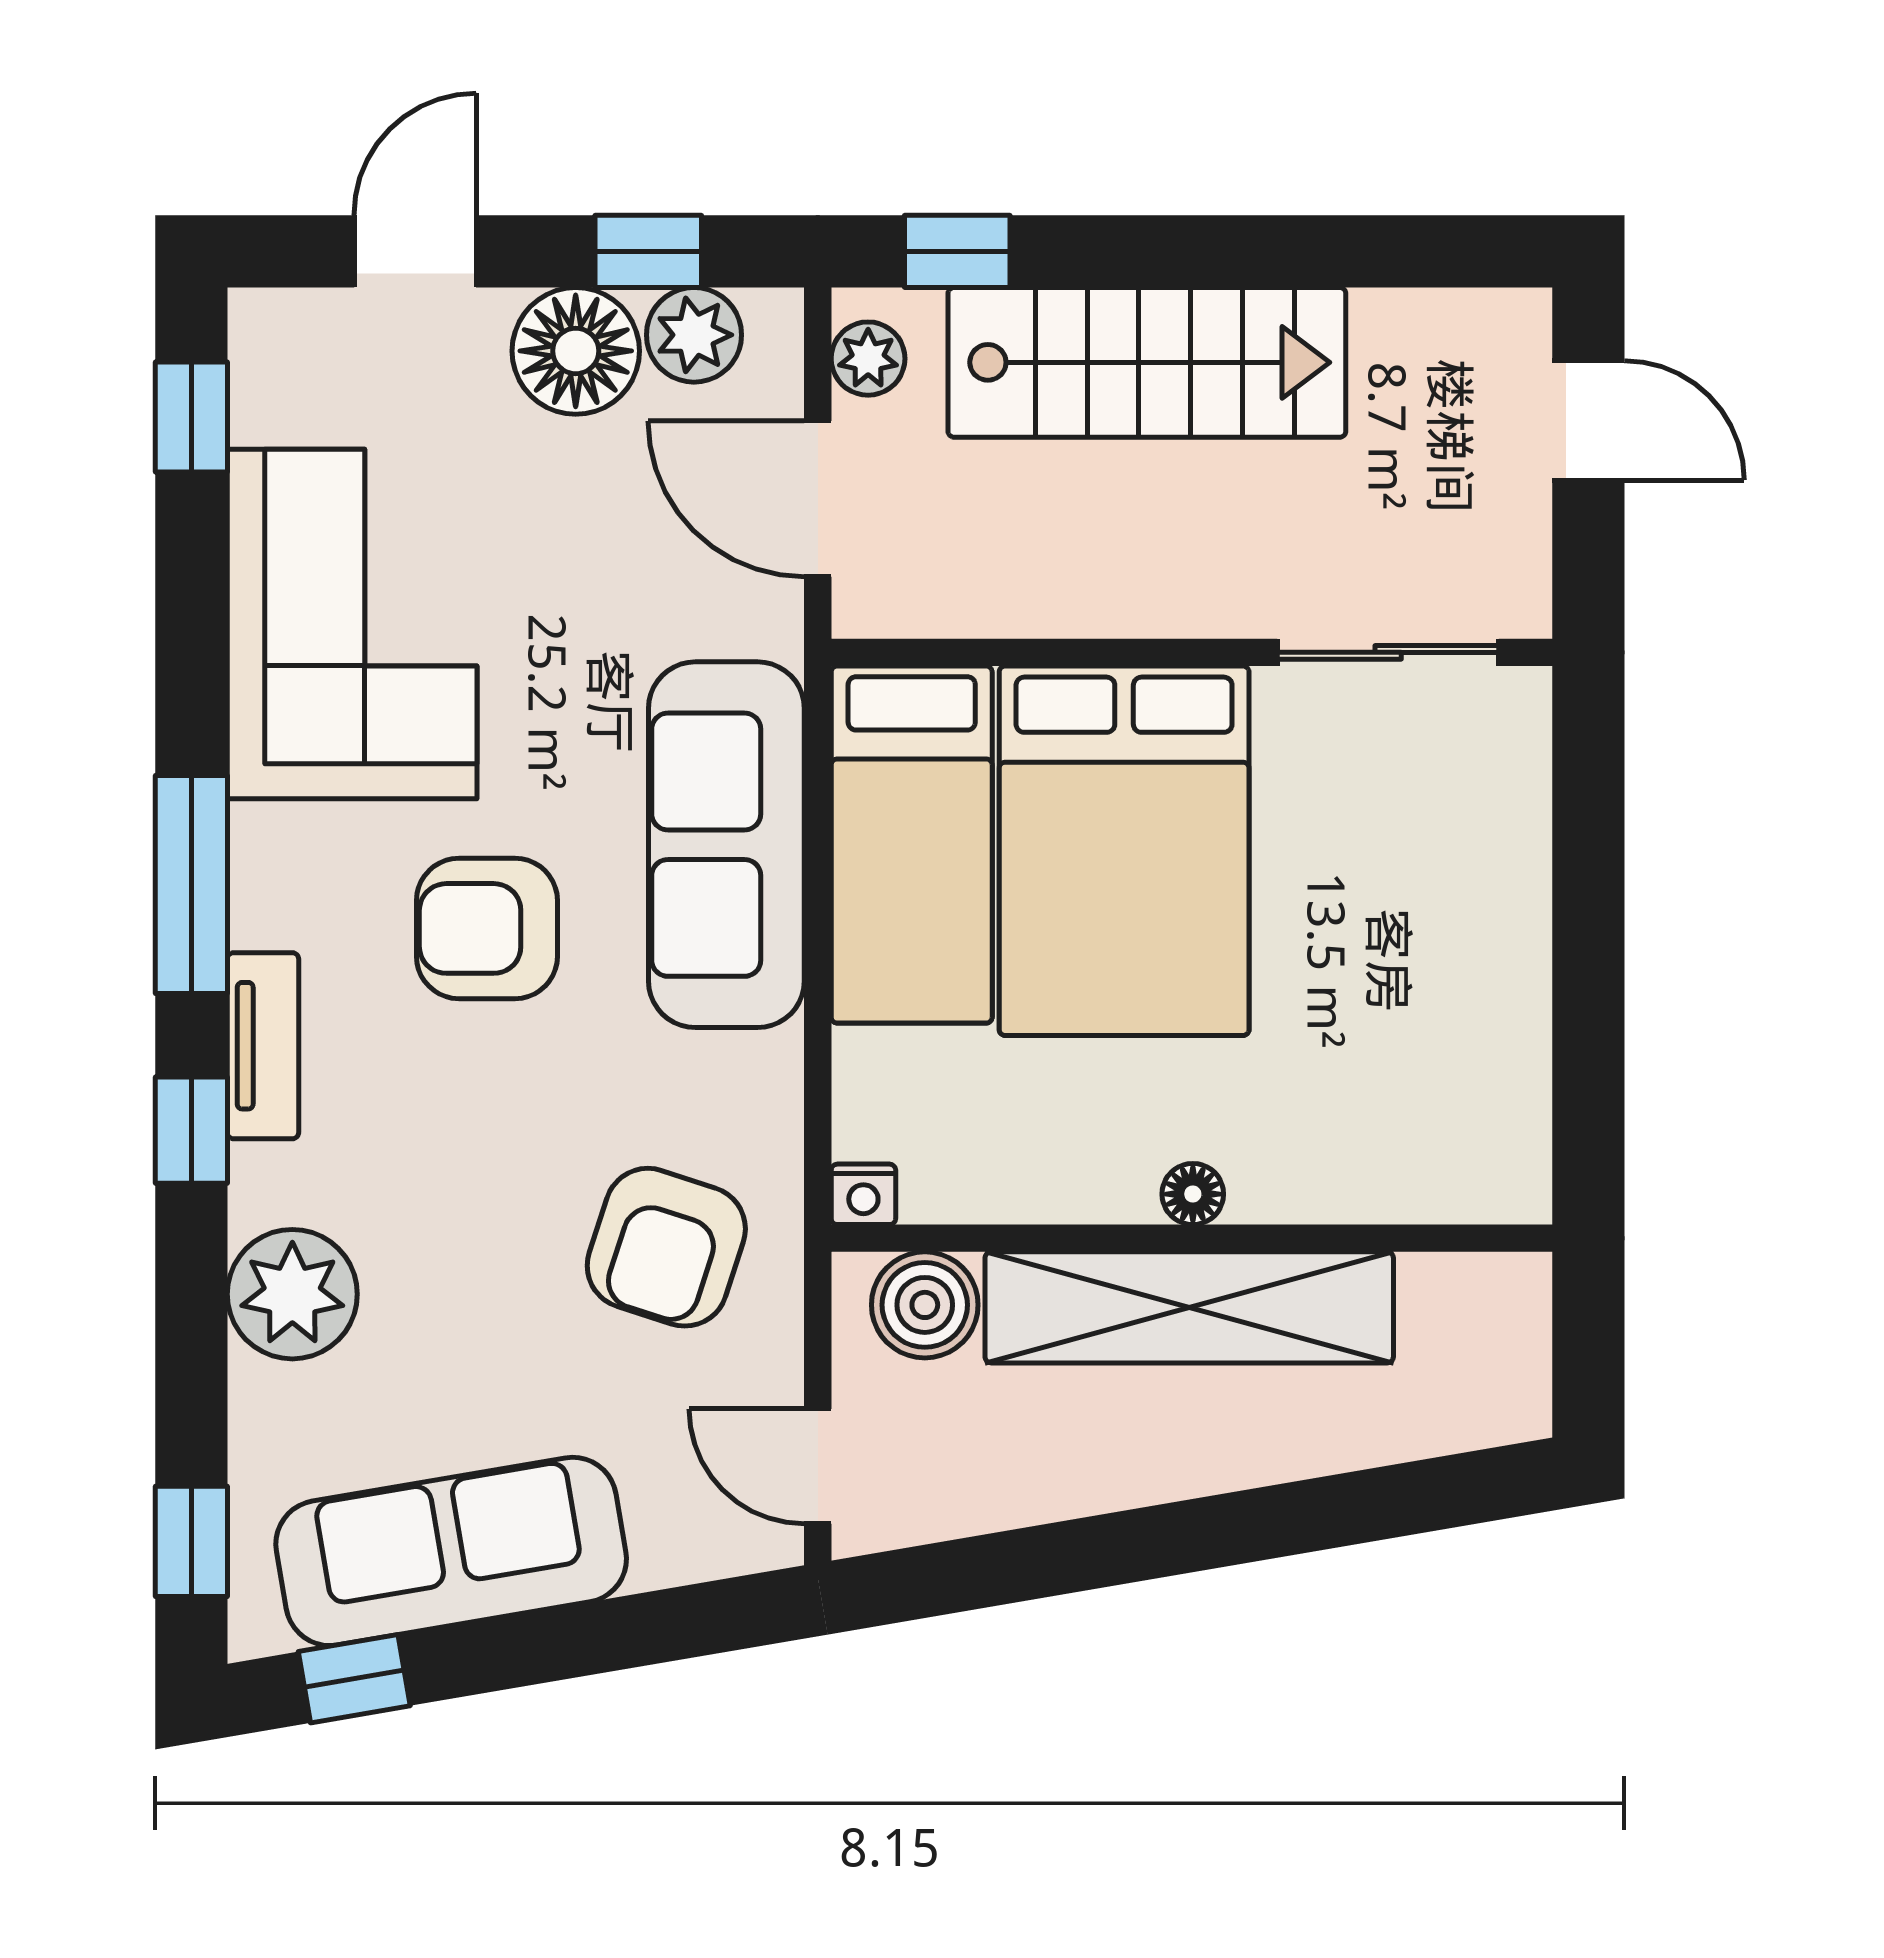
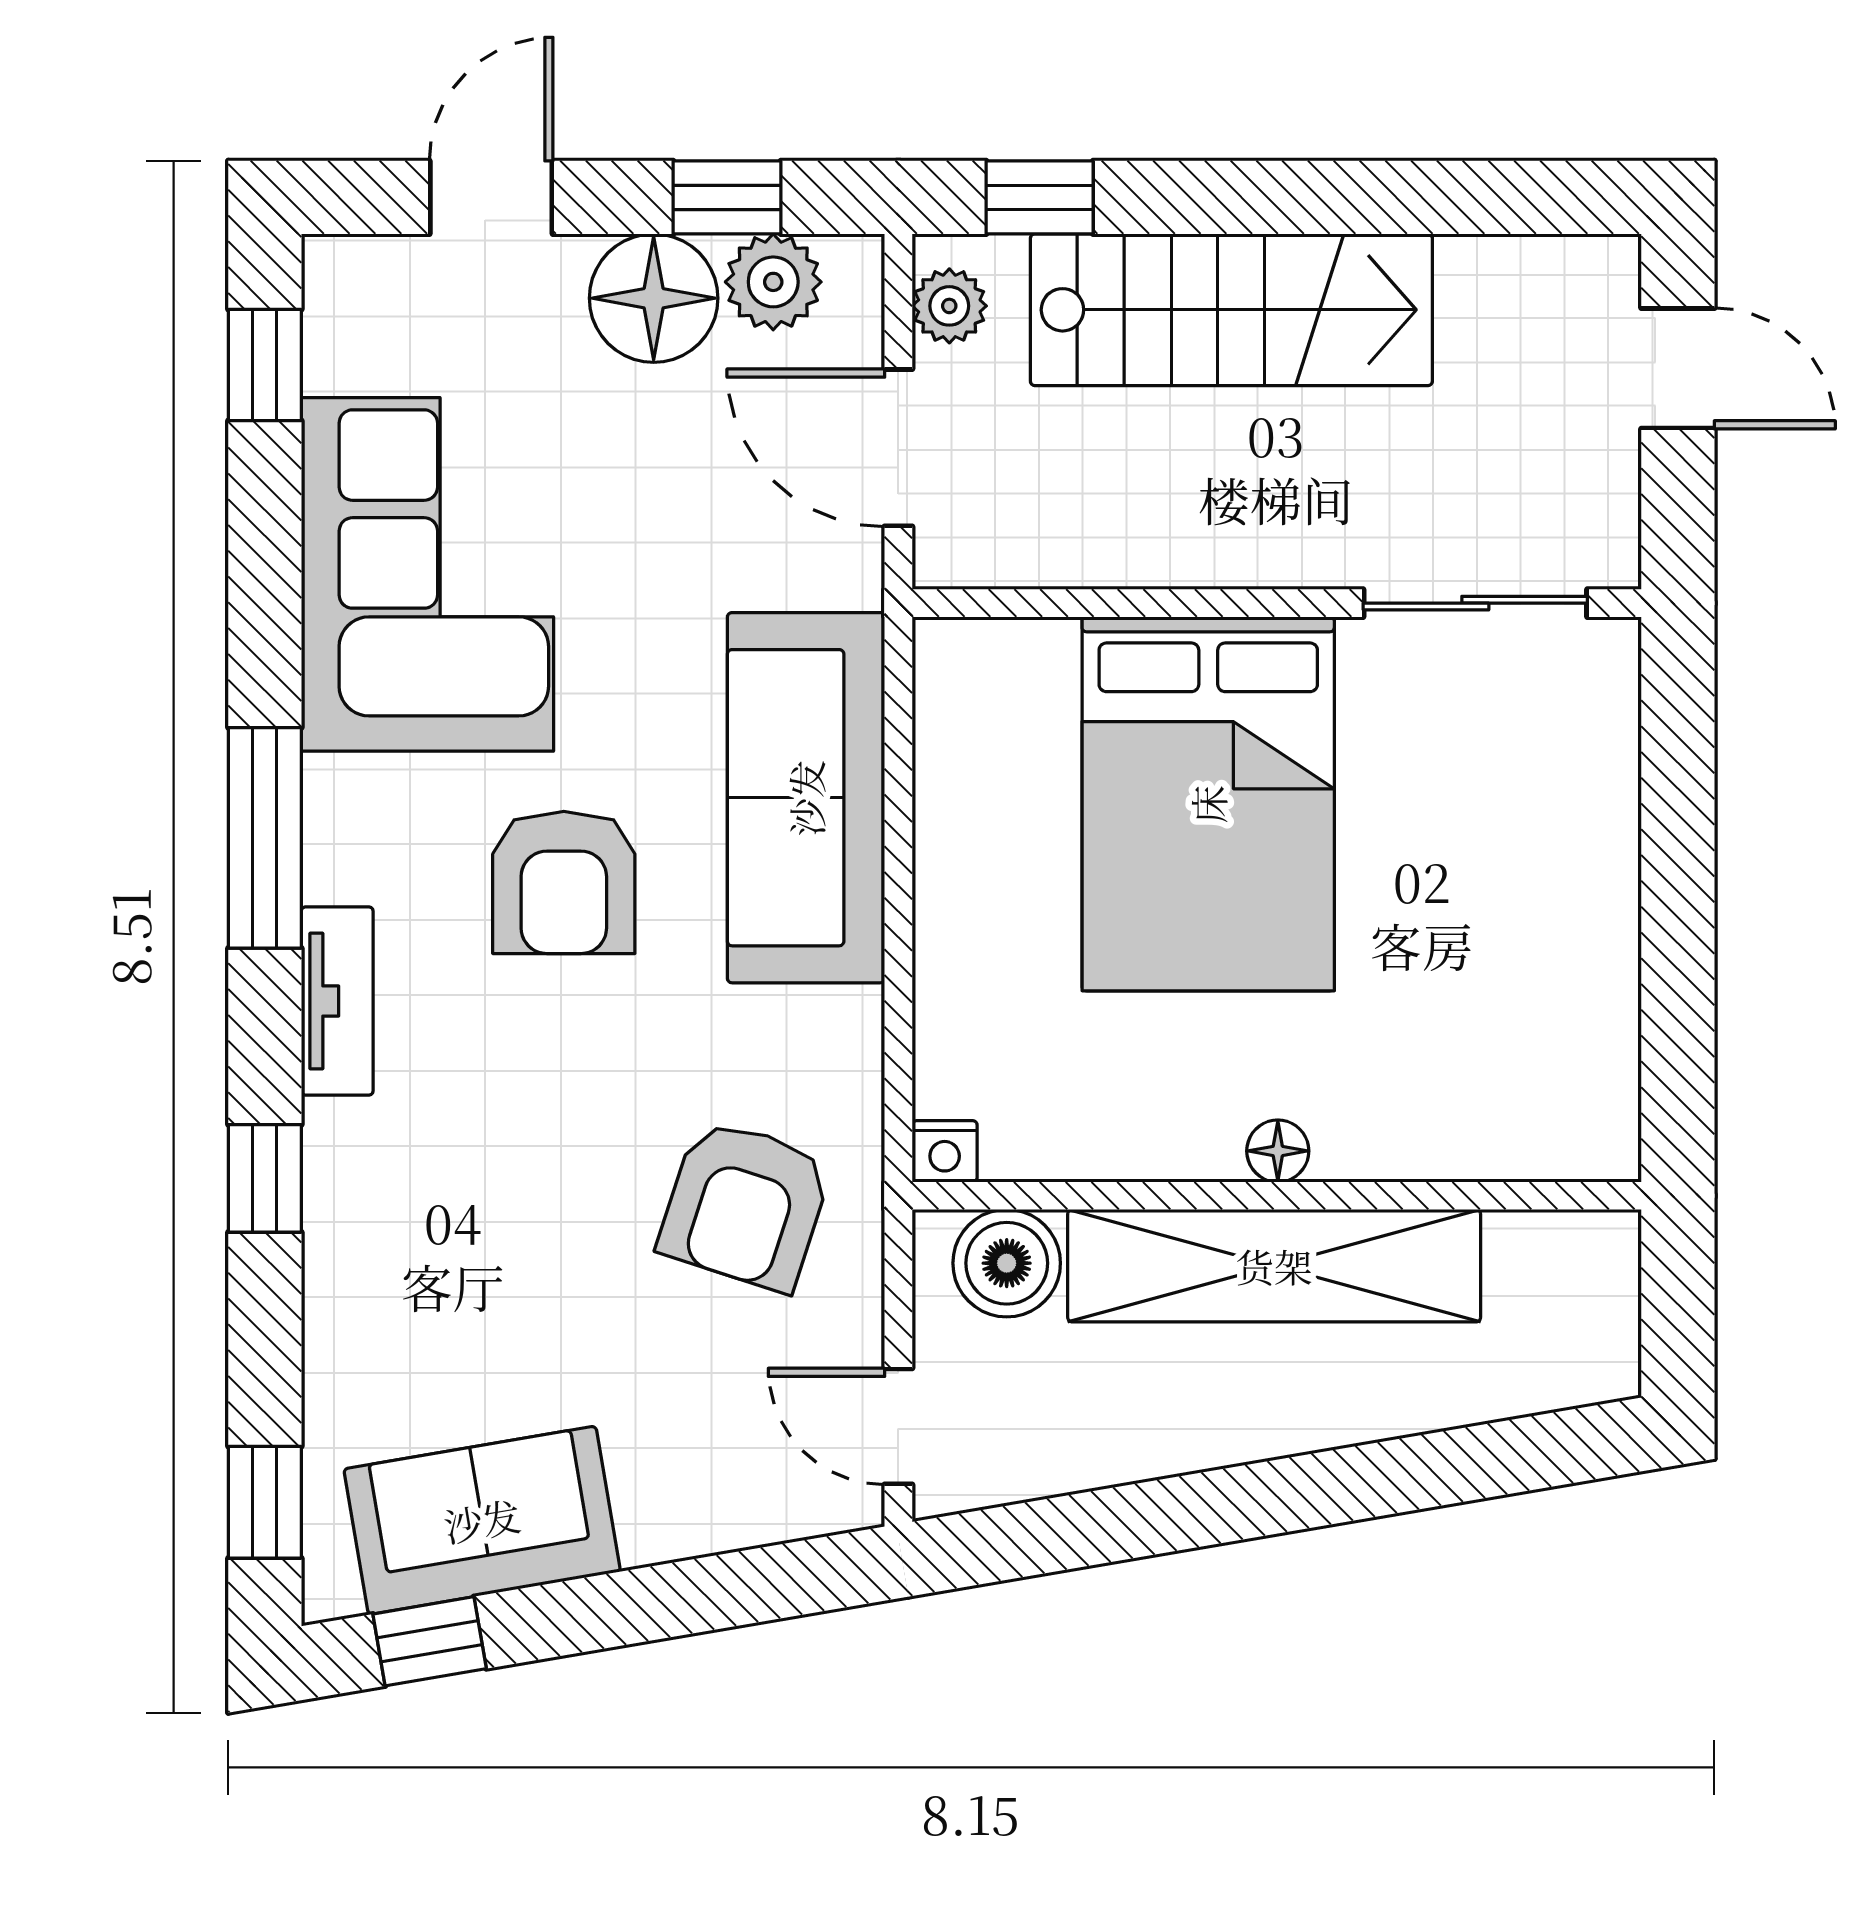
bed: (912, 845) -> (993, 798), removed
armchair: (487, 928) -> (564, 882), turned -90
window: (191, 1130) -> (265, 1178), moved
plant: (292, 1294) -> (367, 1252), removed
sofa: (451, 1551) -> (482, 1520), width x0.73

